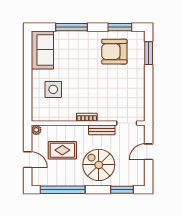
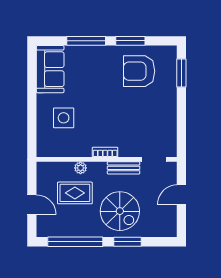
window: (120, 27) -> (130, 41), moved
plant: (36, 130) -> (81, 168), moved
spiral stairs: (99, 165) -> (120, 211), turned 180
window: (122, 190) -> (128, 242), moved

